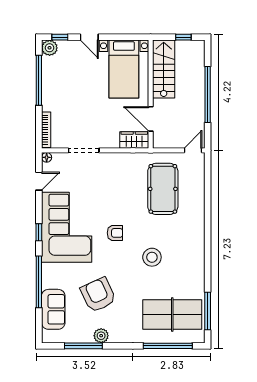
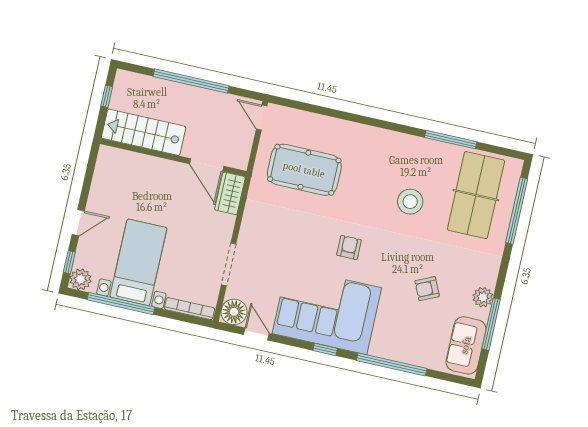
bed with nightstands: (124, 69) -> (138, 262), moved, turned -90
door: (151, 119) -> (207, 165), hinge flipped
floor lamp: (47, 157) -> (234, 312), width x1.89, depth x1.89
stool: (152, 257) -> (410, 202), moved
armchair: (98, 295) -> (427, 289), width x0.53, depth x0.53
sofa: (53, 309) -> (466, 345), moved, turned -90
window: (208, 311) -> (451, 140), moved

